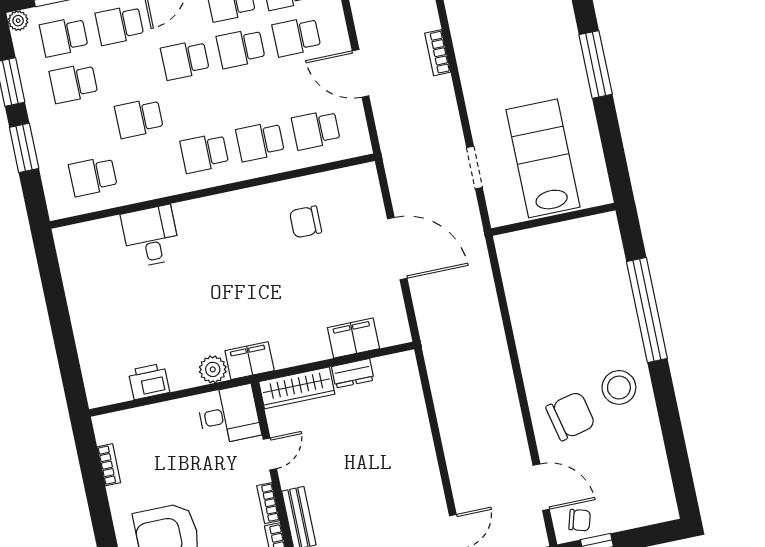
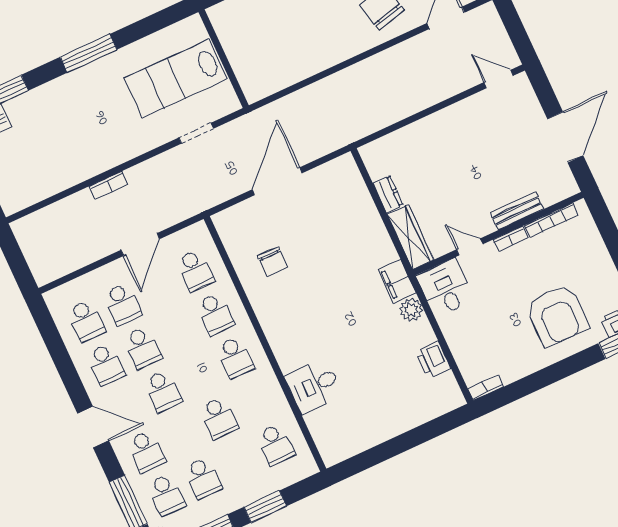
filing cabinet: (353, 338) -> (359, 200), removed
bookcase: (109, 465) -> (486, 388), moved

